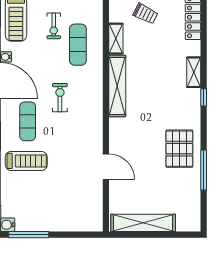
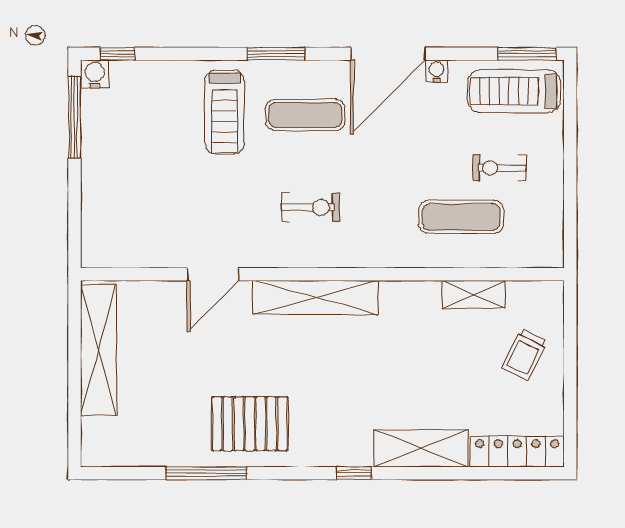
shelving: (194, 72) -> (421, 448), width x1.50, depth x1.33
shelving: (117, 86) -> (315, 297), moved
exercise bike: (60, 98) -> (311, 207), moved

